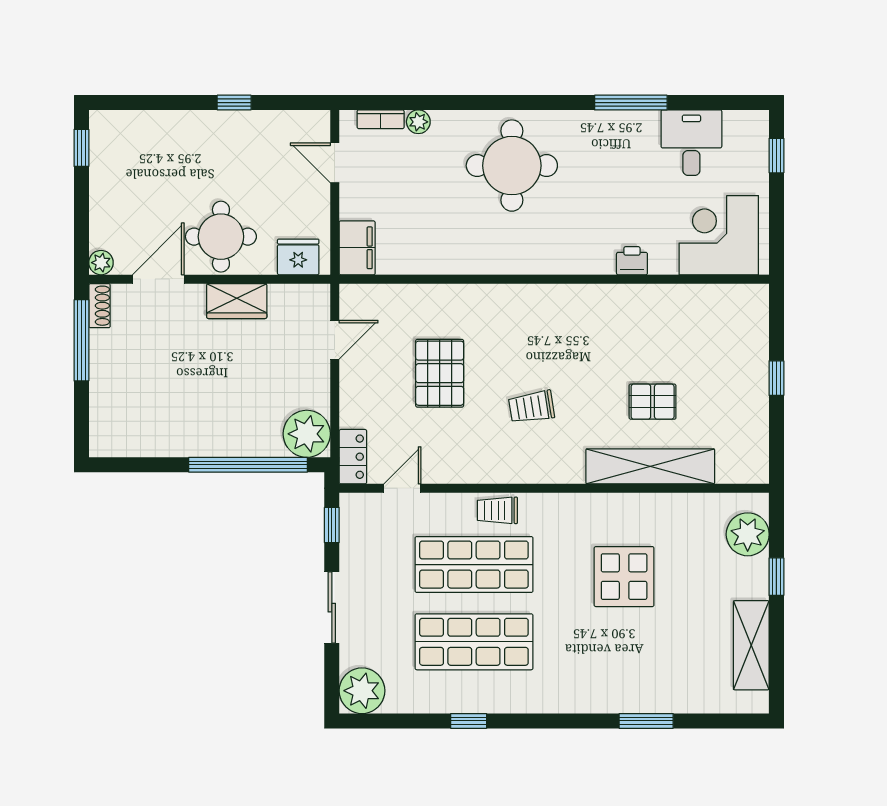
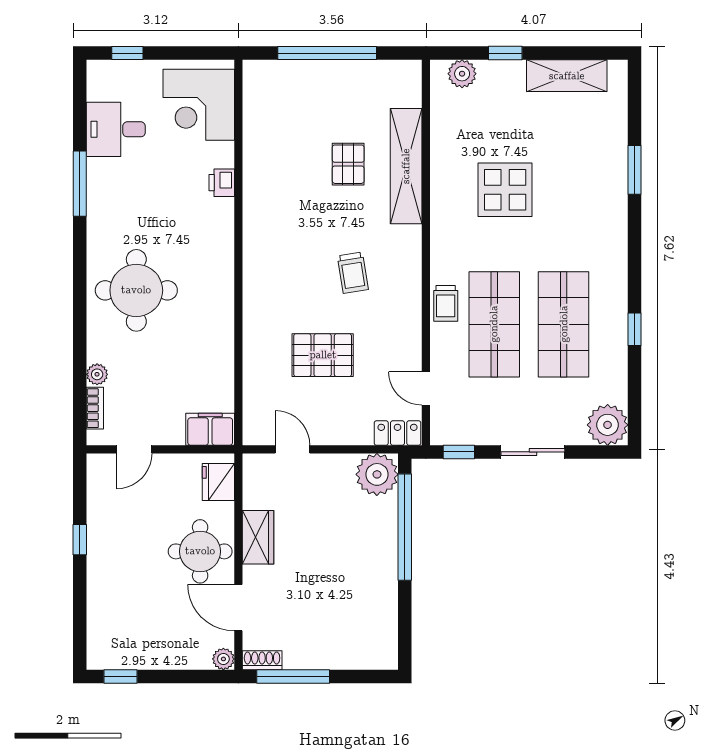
window: (776, 378) -> (327, 53), width x3.17
plant: (748, 534) -> (462, 74), width x0.73, depth x0.73

